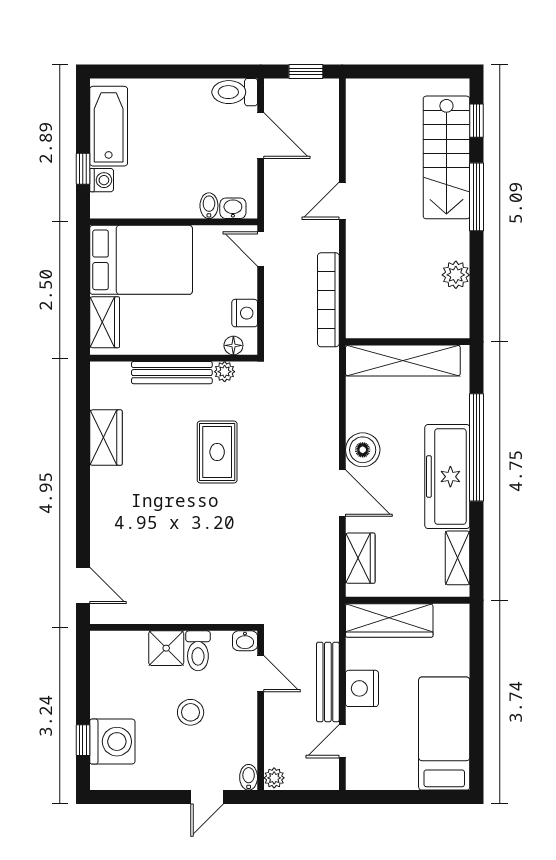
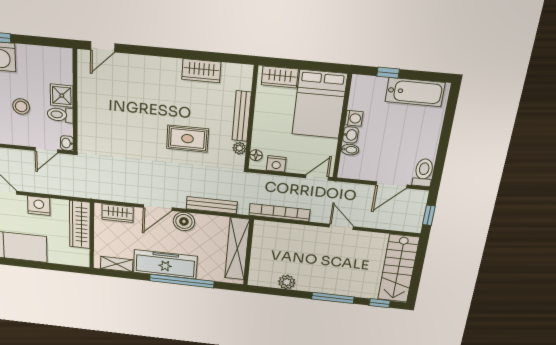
stairs: (446, 157) -> (398, 269), moved, turned -90
washing machine: (102, 180) -> (354, 118), moved, turned -90
washbasin: (233, 208) -> (351, 135), moved
bench: (328, 682) -> (212, 205), moved

